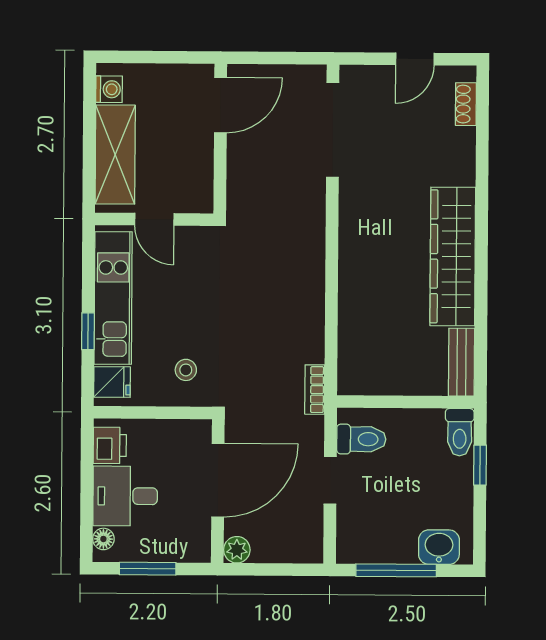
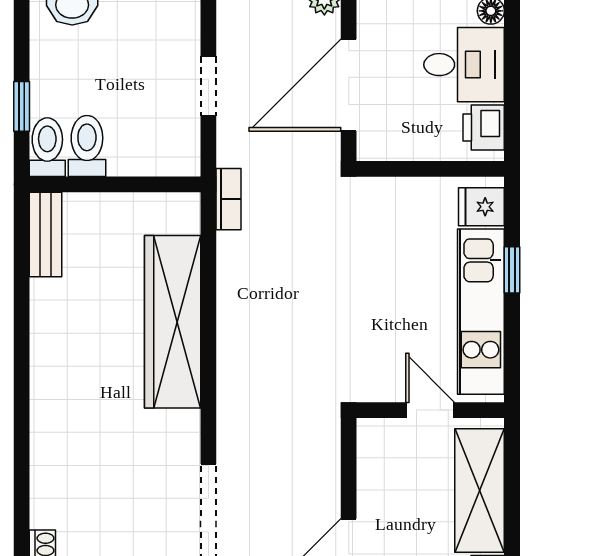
wardrobe: (453, 256) -> (173, 322), moved, turned 180
stool: (186, 370) -> (389, 222), removed
toilet: (361, 439) -> (87, 146), moved, turned 90

